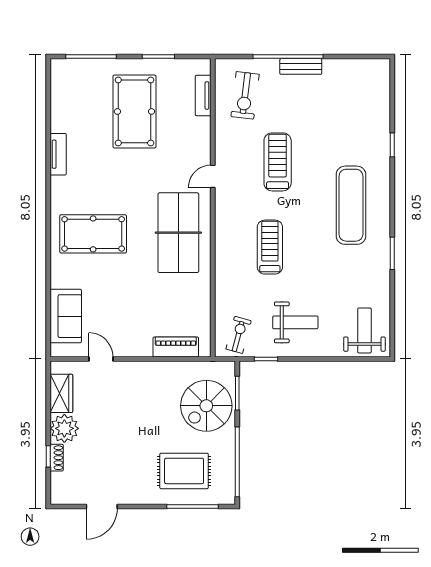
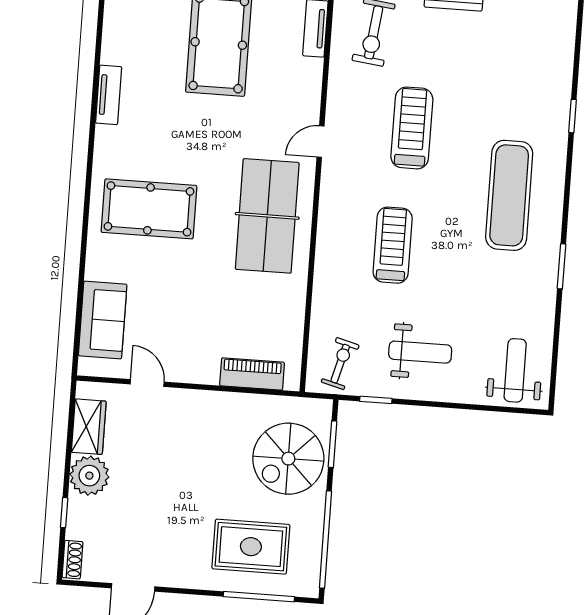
shoe rack: (57, 458) -> (72, 560), moved

